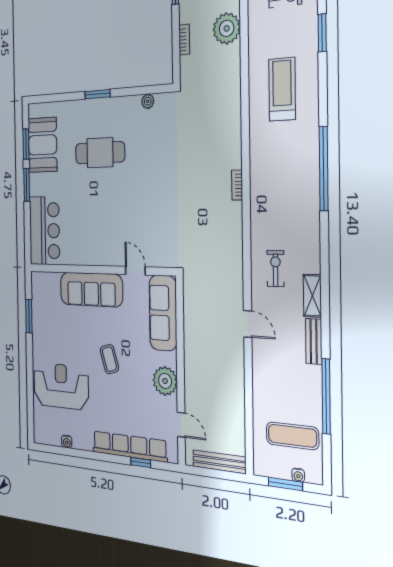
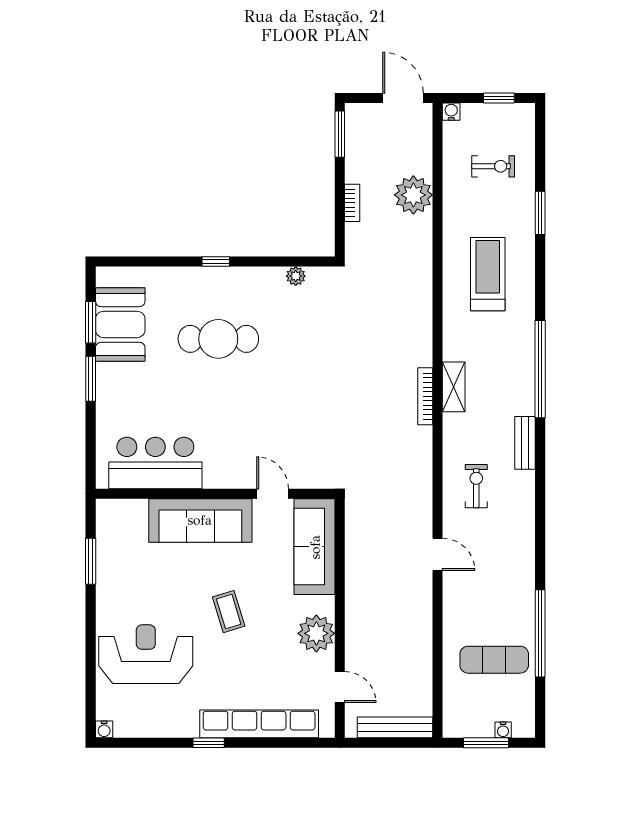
window: (98, 94) -> (216, 262), width x0.67
bookcase: (237, 185) -> (425, 396), width x1.56
bar counter: (45, 231) -> (155, 463), moved, turned -90
shelving: (312, 296) -> (454, 387), moved
bench: (314, 341) -> (525, 443), moved
exercise mat: (292, 436) -> (494, 660), moved
water cooler: (67, 442) -> (104, 729), moved
window: (141, 462) -> (209, 743), moved

